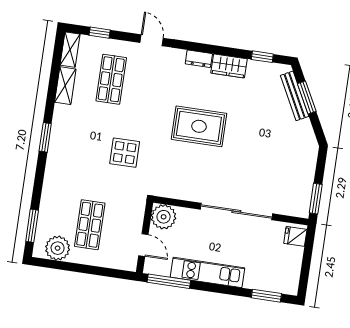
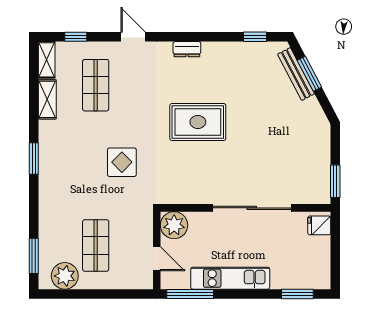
wardrobe: (229, 66) -> (221, 52), removed

